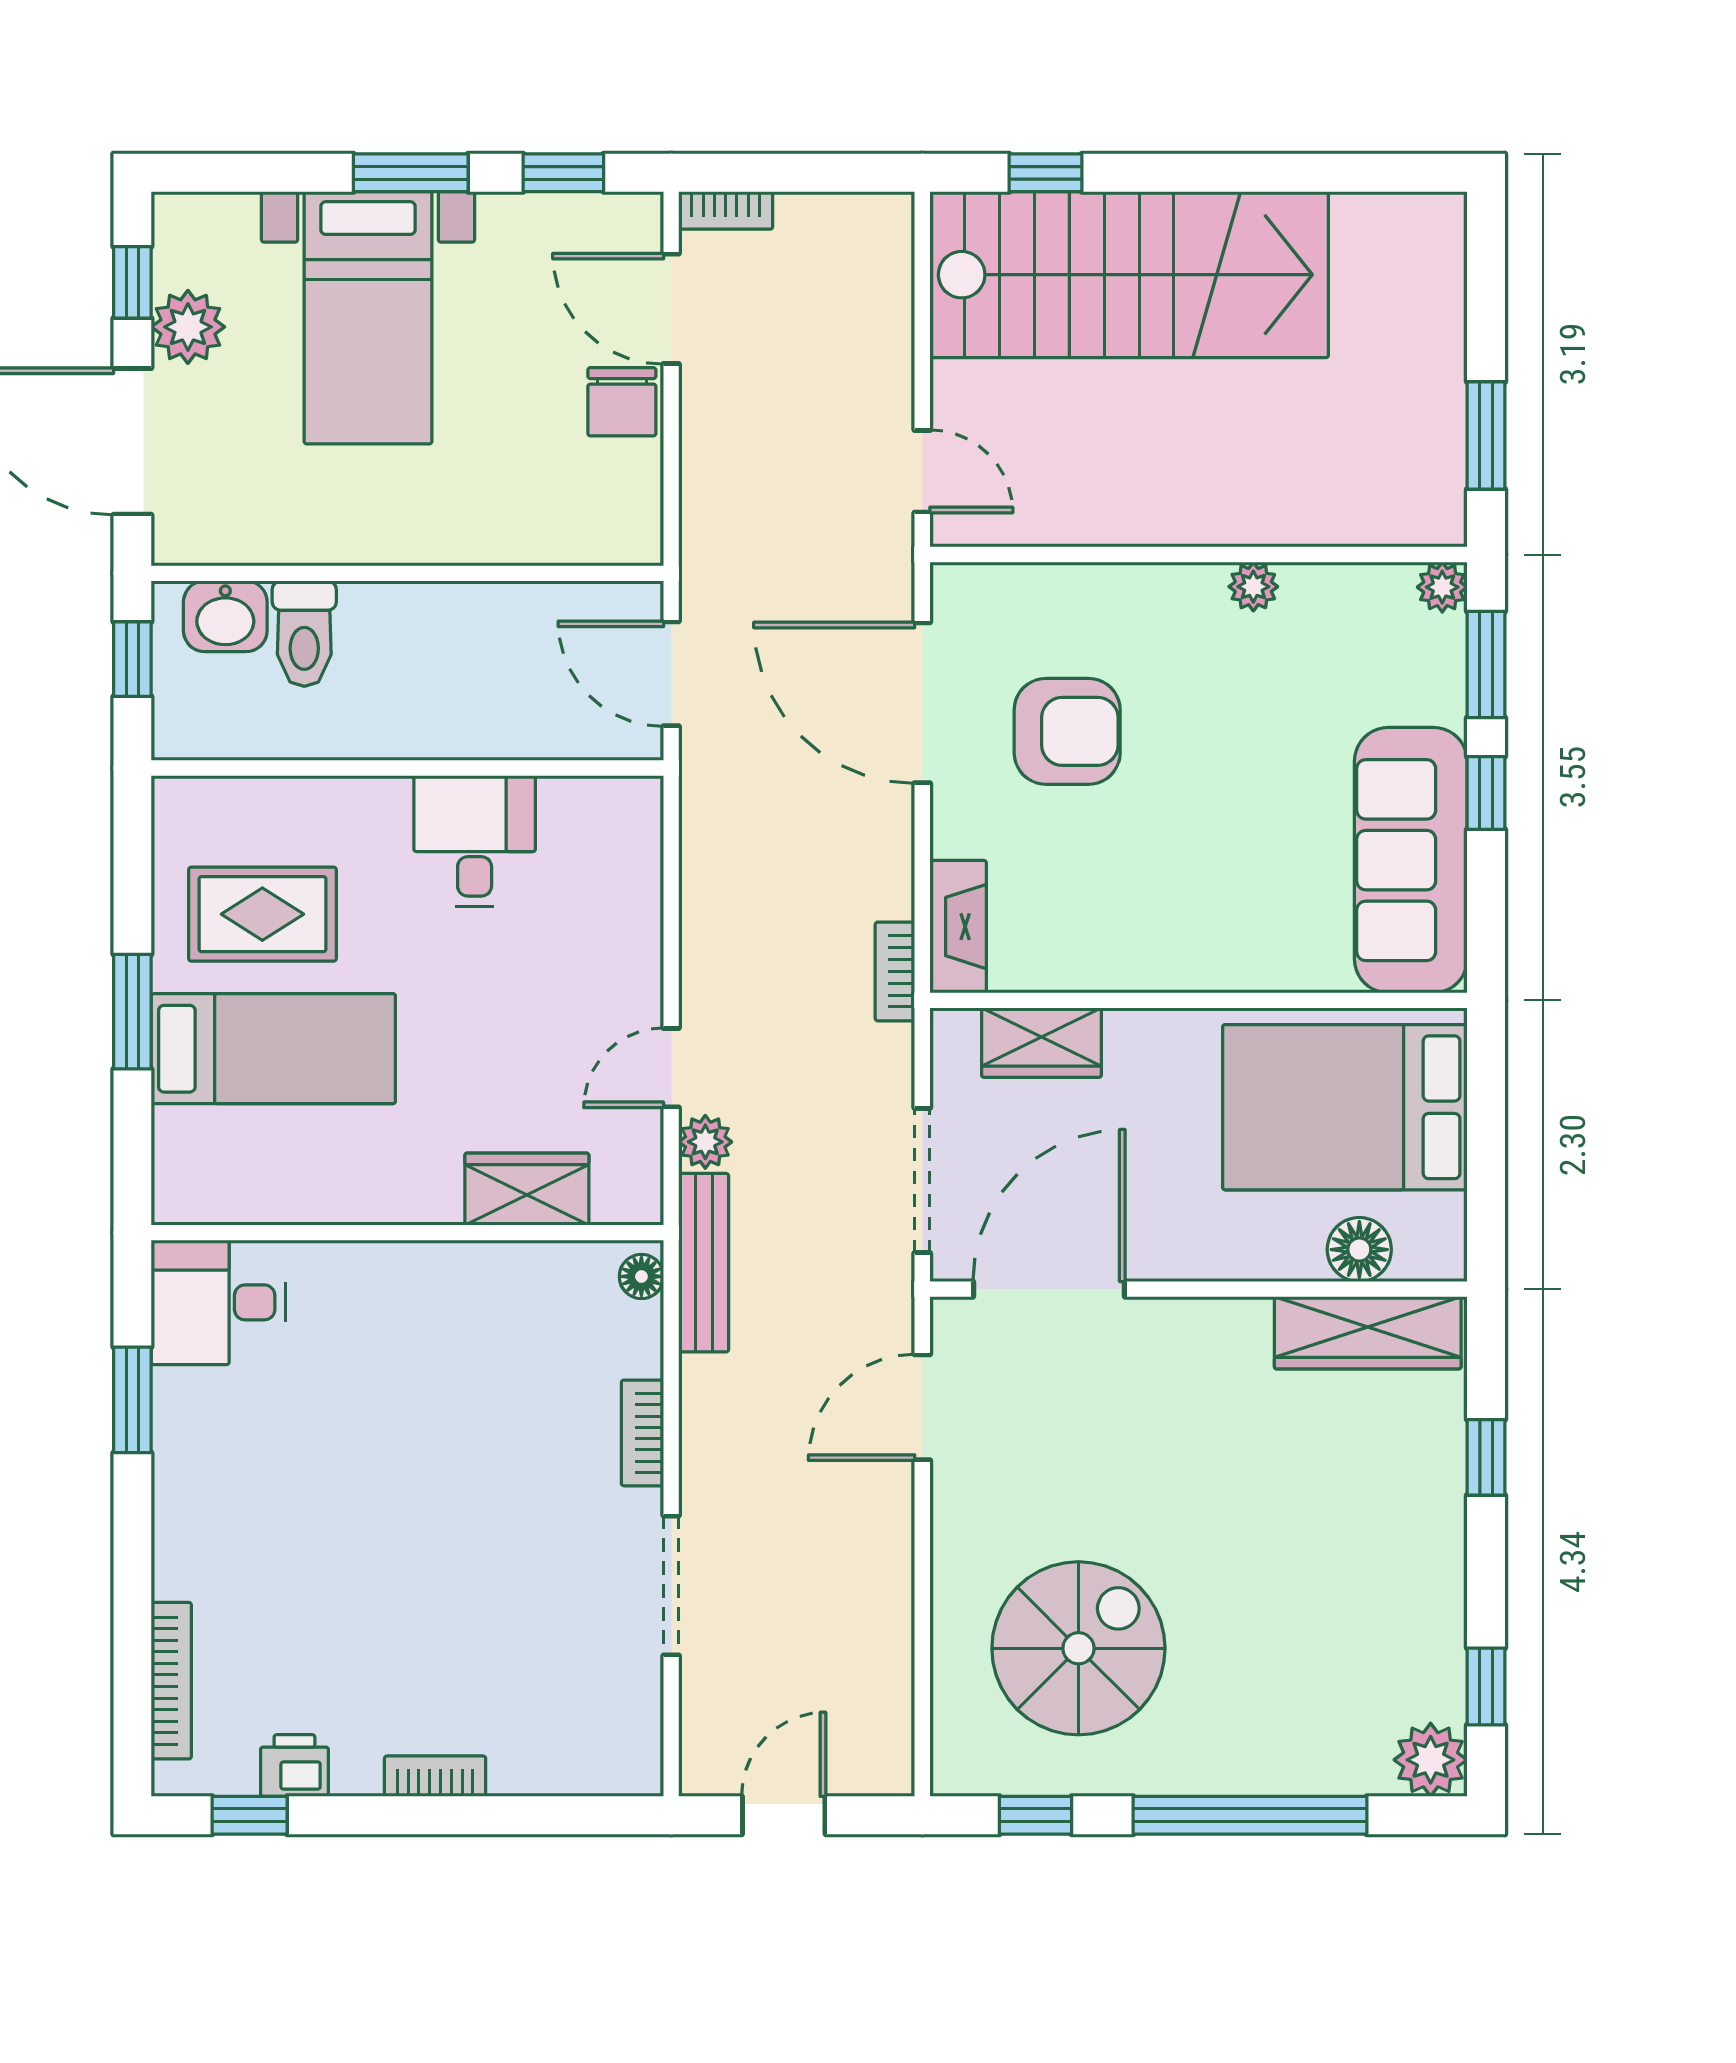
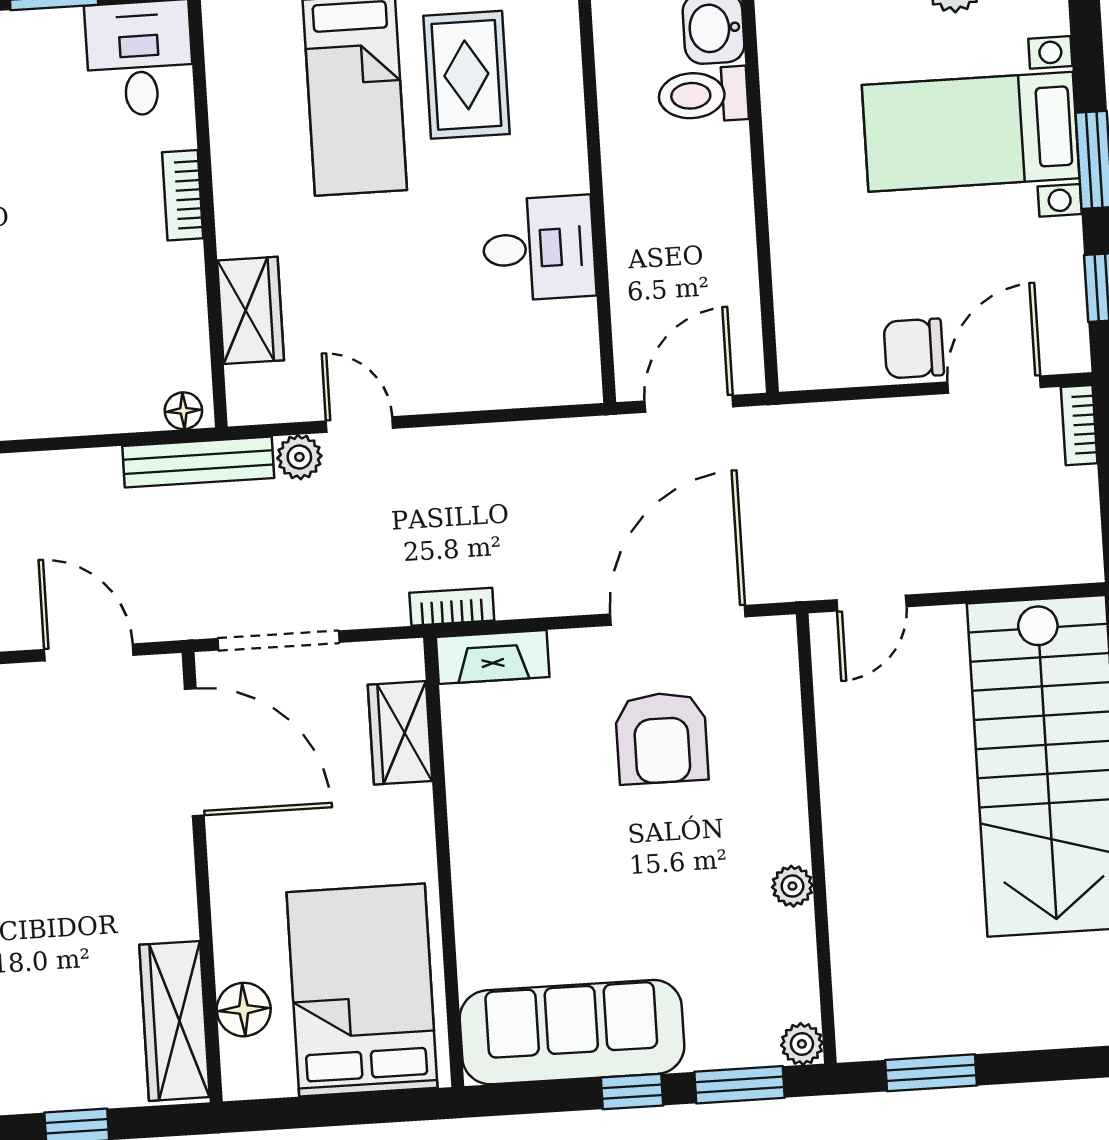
bookcase: (642, 1433) -> (183, 195), moved, turned -90

